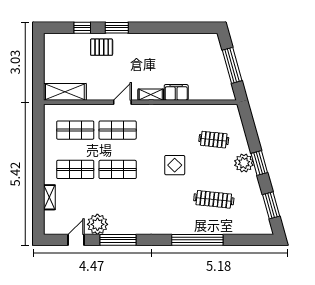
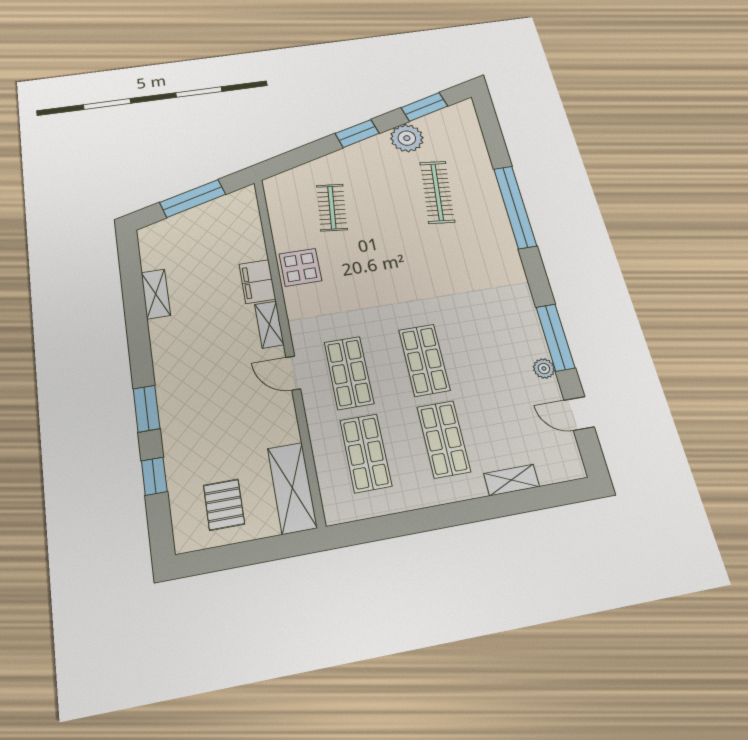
shelving: (178, 39) -> (156, 294), added
pallet: (102, 47) -> (224, 505), moved
plant: (244, 163) -> (407, 138), moved
display table: (175, 165) -> (300, 267), moved
plant: (97, 224) -> (544, 369), width x0.53, depth x0.53

